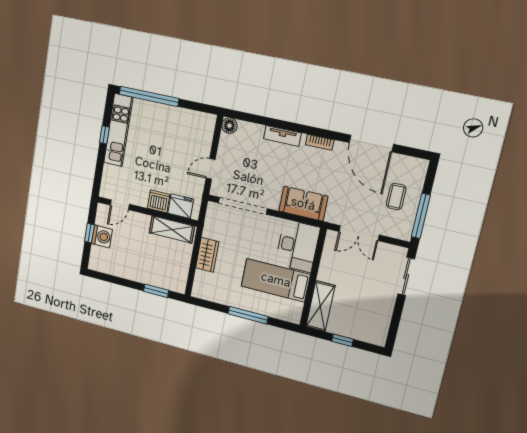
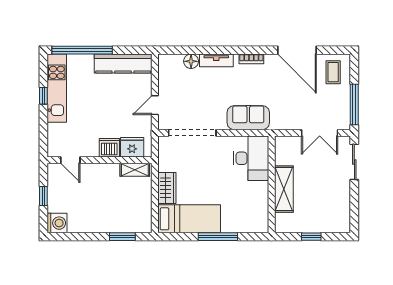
kitchen counter: (187, 119) -> (123, 64), added
floor lamp: (229, 126) -> (191, 61), moved
coffee table: (396, 197) -> (333, 72), moved
door: (120, 205) -> (70, 160), hinge flipped
shelving: (172, 230) -> (135, 170), width x0.67, depth x0.75
double door: (359, 233) -> (320, 133), moved
washing machine: (102, 236) -> (57, 223), moved
bed: (276, 280) -> (189, 219), moved, turned 180
shelving: (320, 306) -> (284, 189), moved

